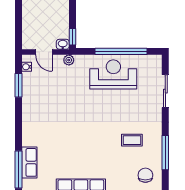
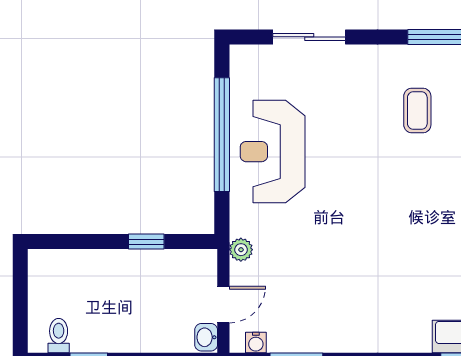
window: (72, 37) -> (146, 242), moved
washbasin: (63, 44) -> (206, 337), moved

